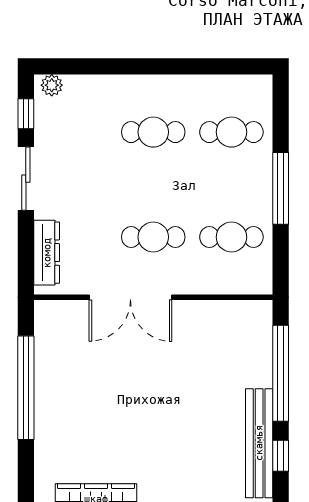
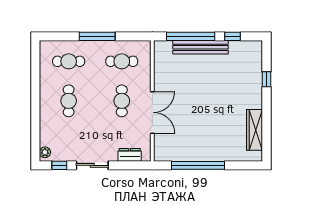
cafe table: (231, 132) -> (69, 61), turned 90
cafe table: (231, 237) -> (122, 61), turned 90
dresser: (47, 253) -> (130, 155), width x0.70
bench: (259, 443) -> (201, 47), moved

